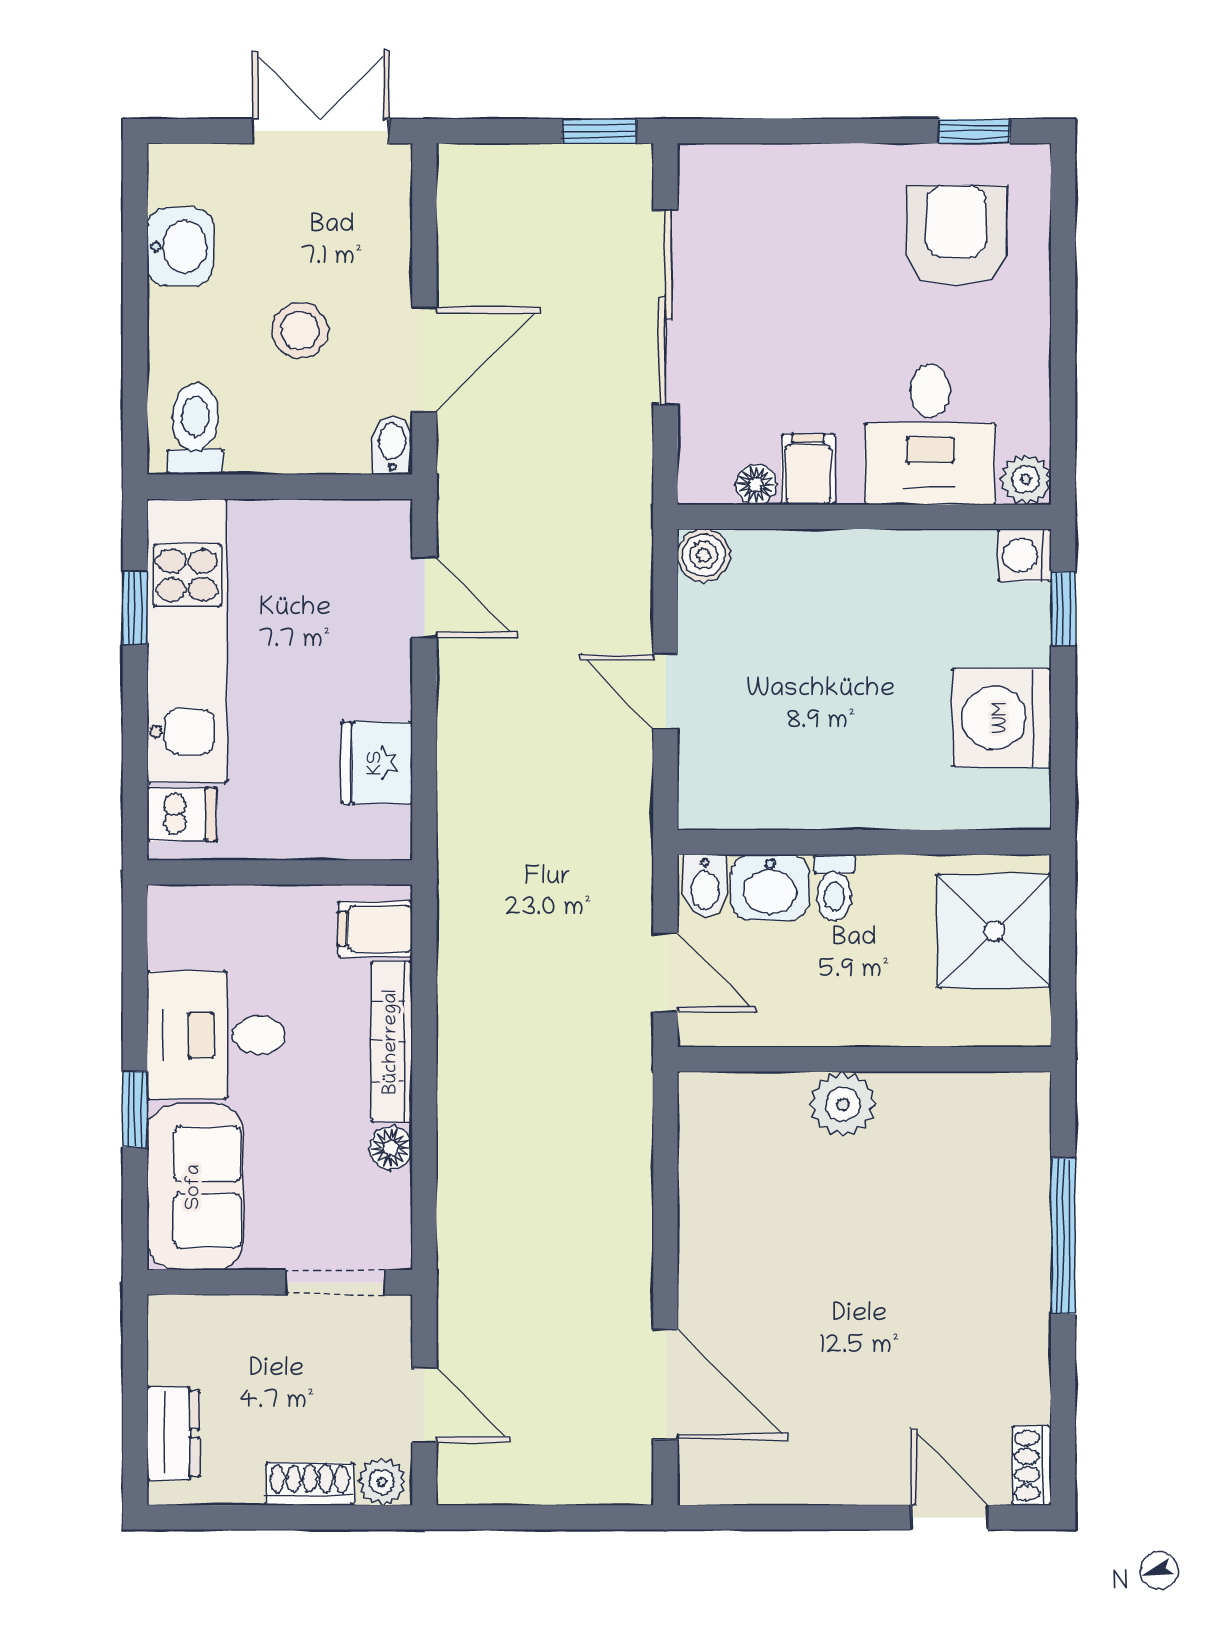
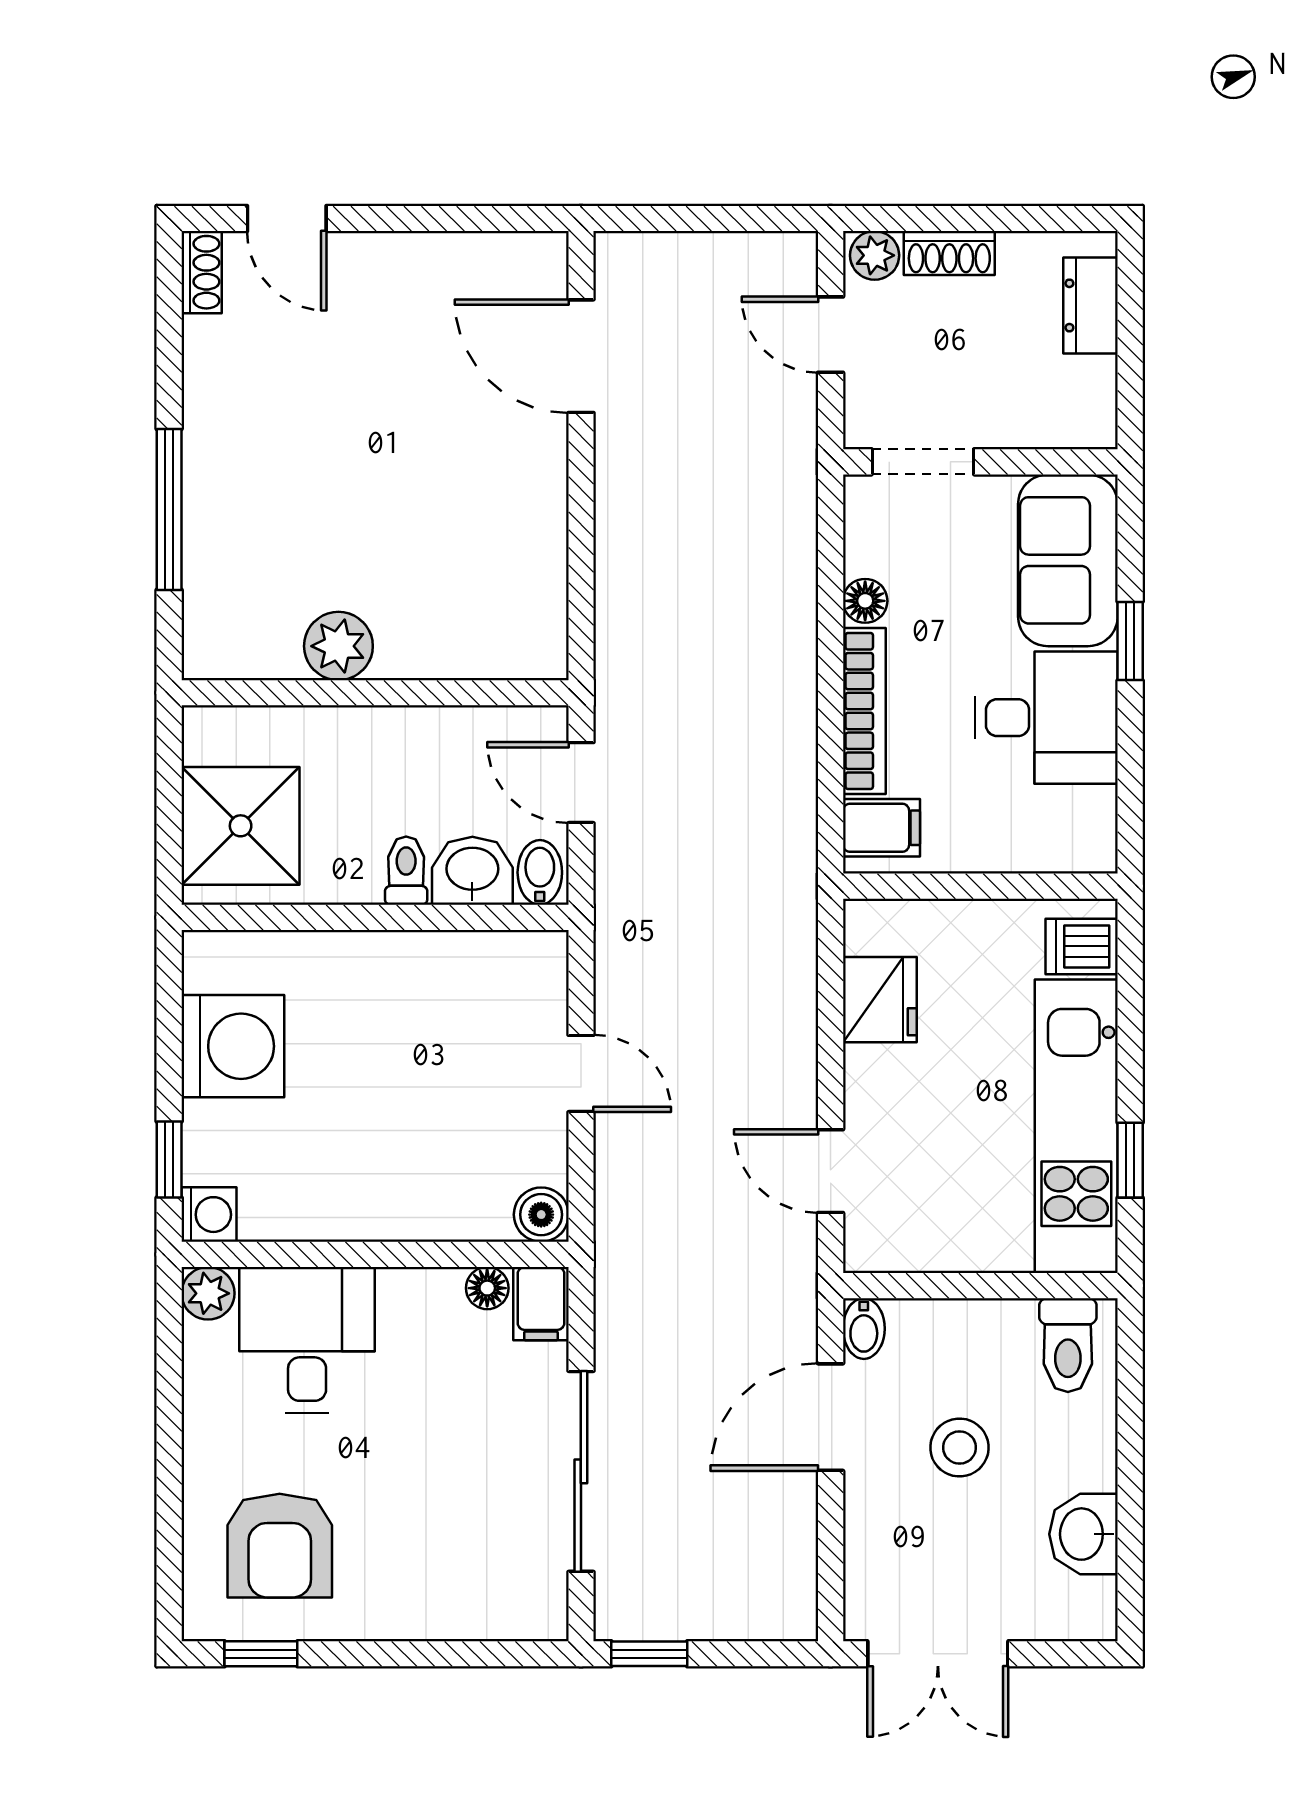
filing cabinet: (808, 469) -> (541, 1304), moved
plant: (843, 1104) -> (338, 646), moved

